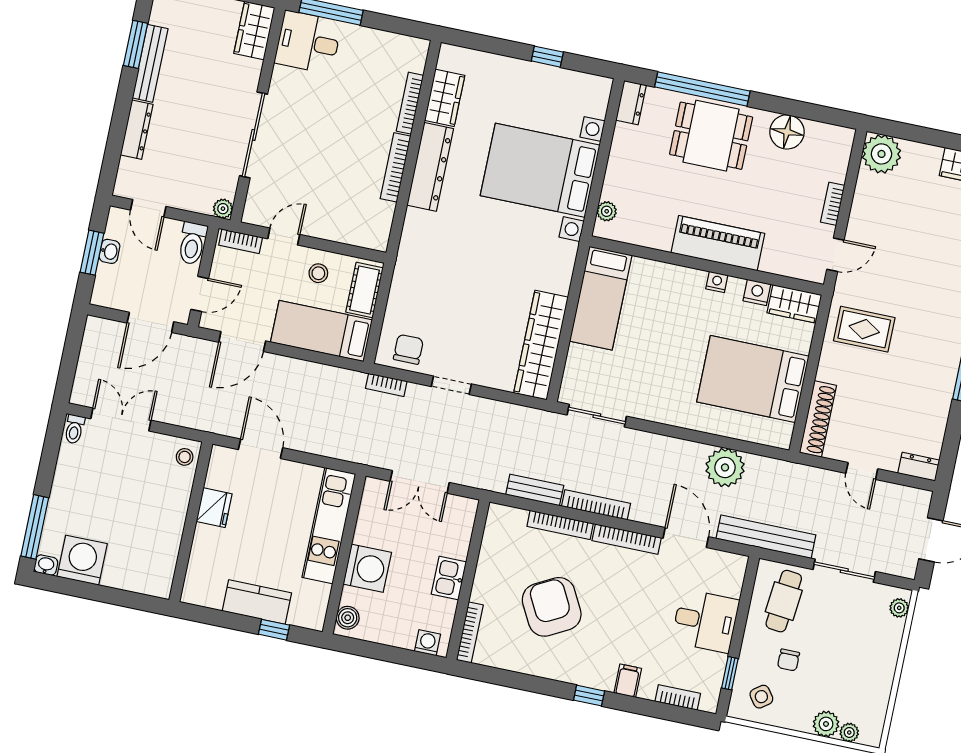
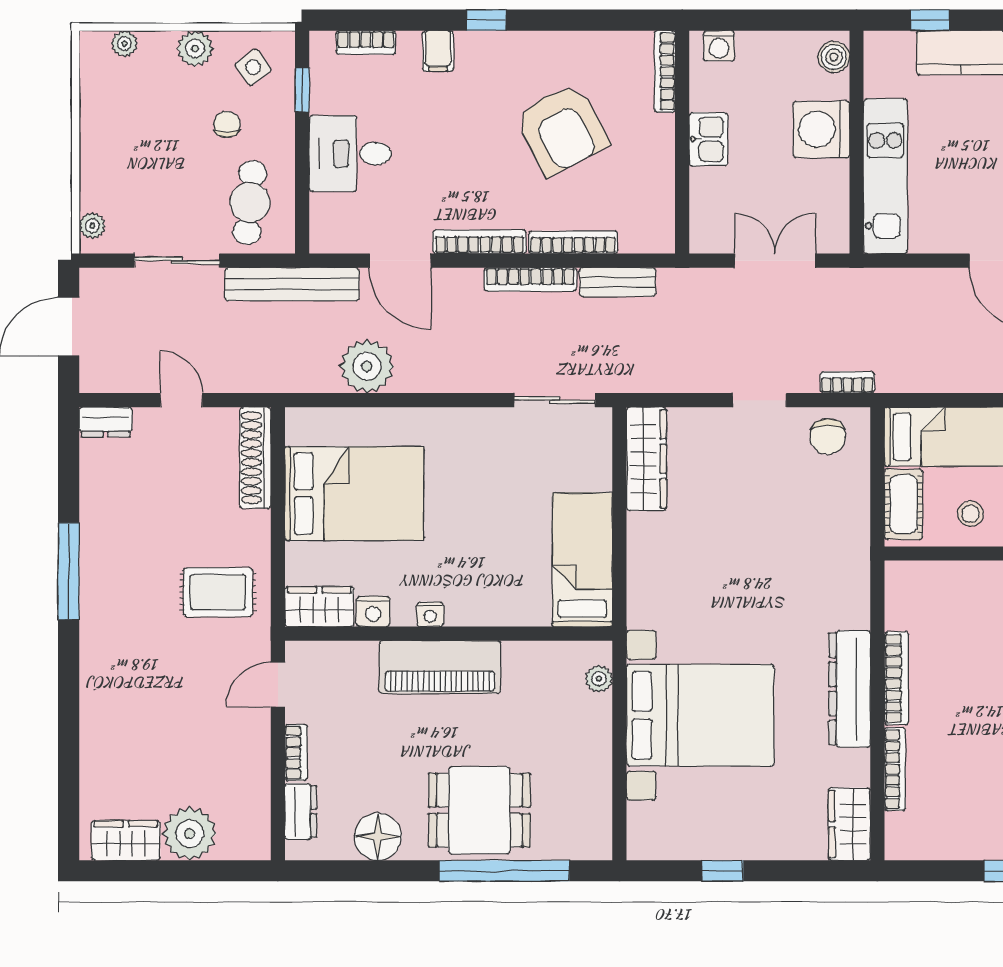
wardrobe: (445, 98) -> (850, 824), moved
dresser: (631, 103) -> (301, 812), moved, turned 180
plant: (881, 154) -> (190, 834), moved
wardrobe: (541, 345) -> (646, 459), width x0.71, depth x0.85
plant: (826, 724) -> (195, 49), moved

